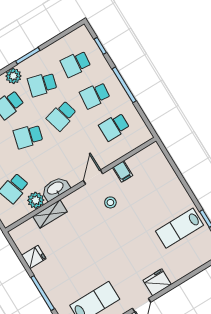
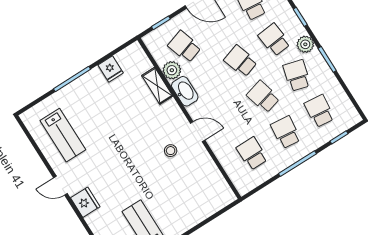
school desk: (28, 136) -> (241, 61), turned -33
filing cabinet: (123, 171) -> (204, 163), removed

